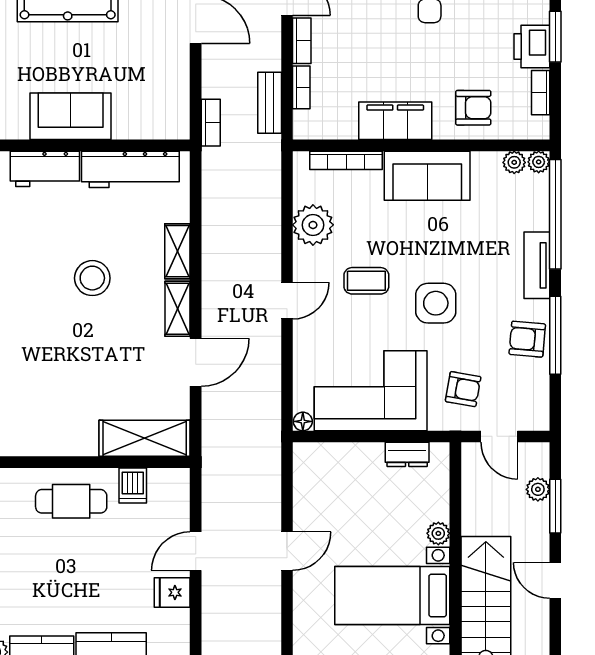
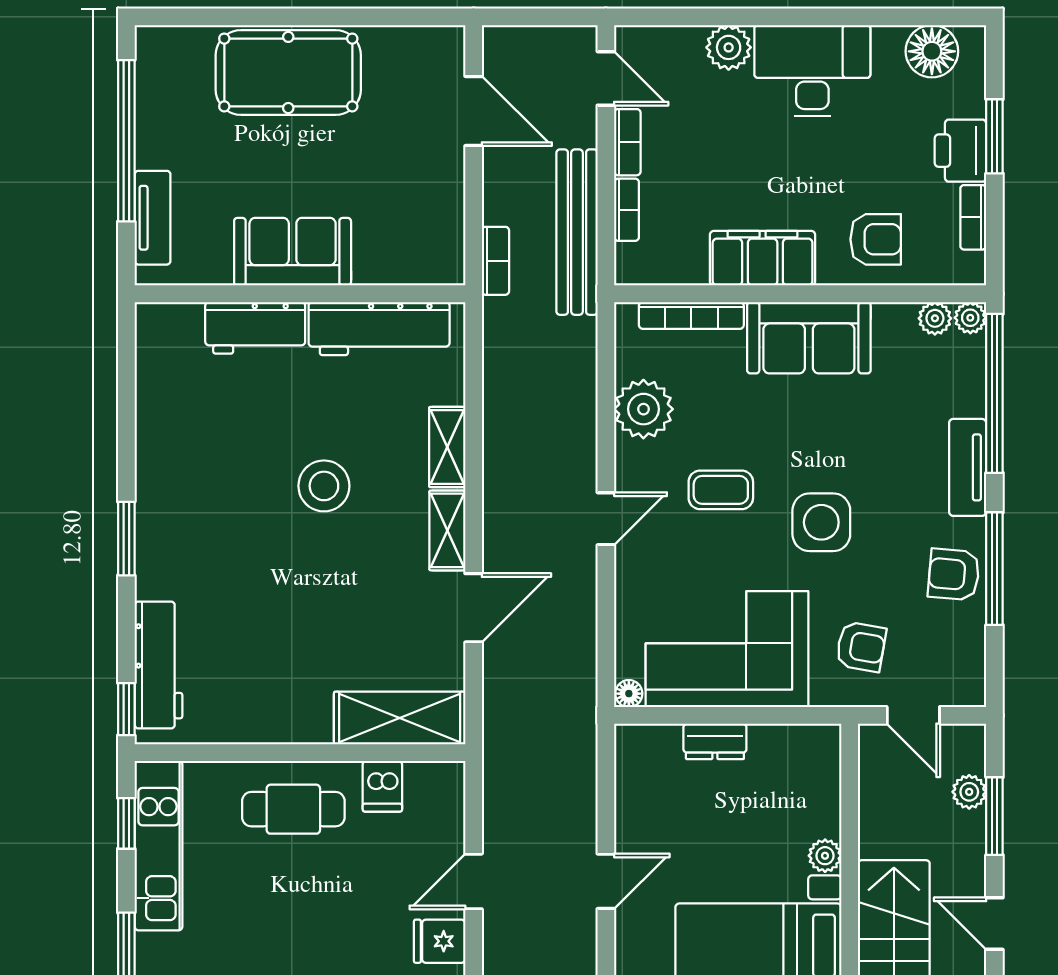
bench: (270, 103) -> (577, 232), width x1.86, depth x1.21
dresser: (407, 454) -> (715, 741), moved

